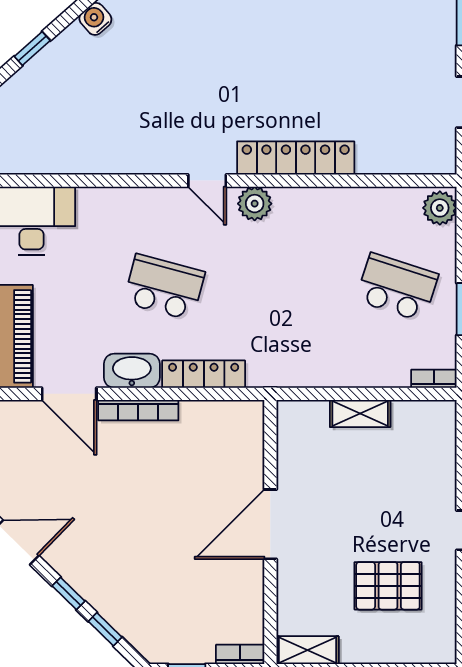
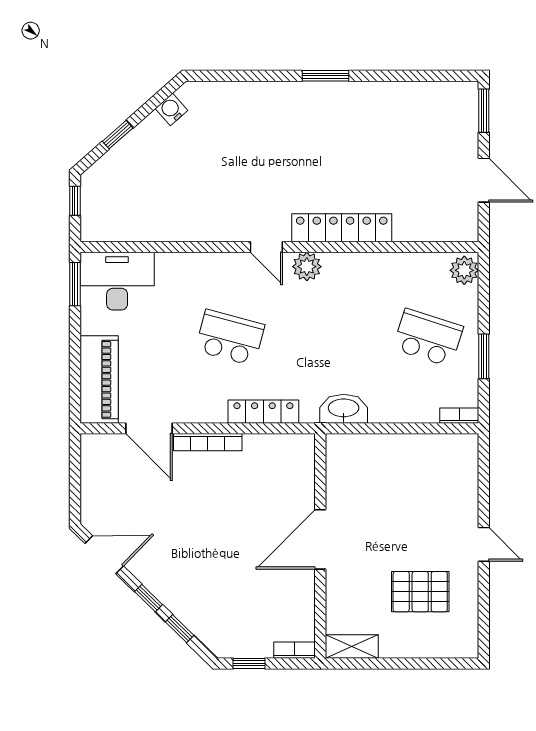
washbasin: (132, 371) -> (344, 409), moved
shelving: (360, 413) -> (396, 445), removed

